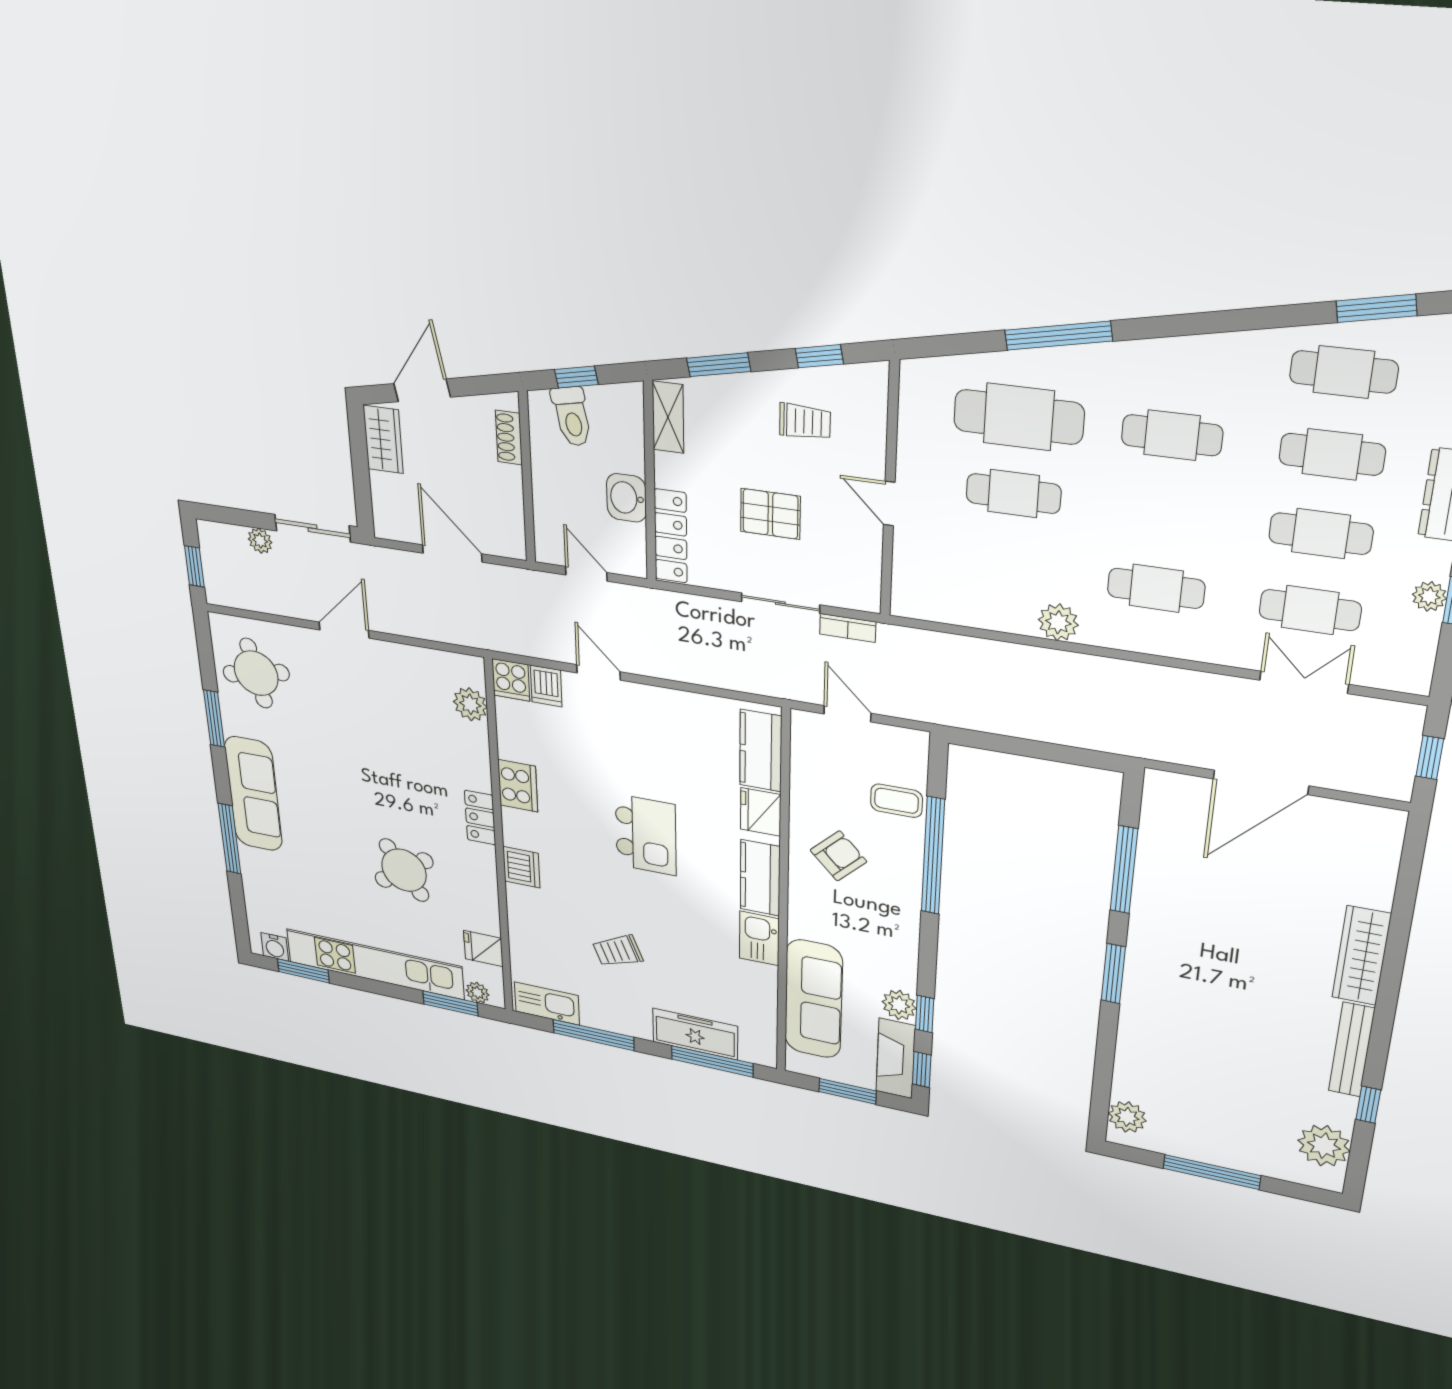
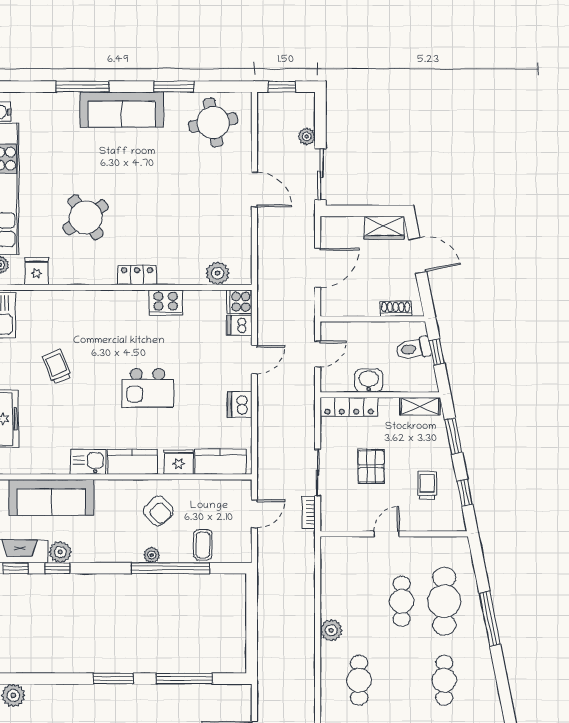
trolley: (805, 422) -> (427, 485), turned 180
dishwasher: (521, 867) -> (240, 405), moved, turned 90
plant: (910, 879) -> (152, 555), added

